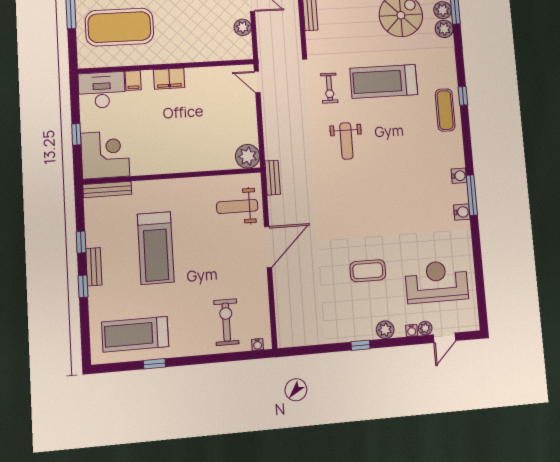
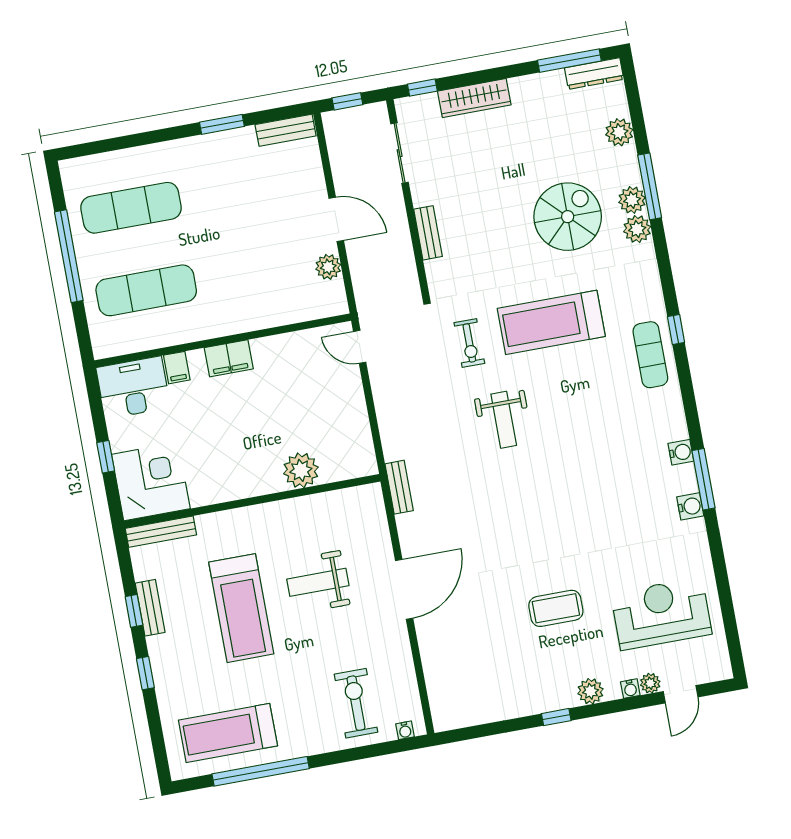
exercise mat: (119, 27) -> (146, 290), width x0.68
plant: (248, 156) -> (301, 470), moved
weight bench: (237, 206) -> (318, 582), moved
bench: (94, 267) -> (150, 608), moved
window: (154, 364) -> (261, 771), width x3.17

